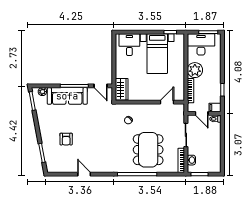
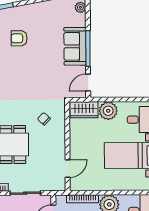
plant: (122, 71) -> (108, 111), added
sofa: (67, 96) -> (75, 46), width x0.73
door: (167, 102) -> (68, 169), hinge flipped

